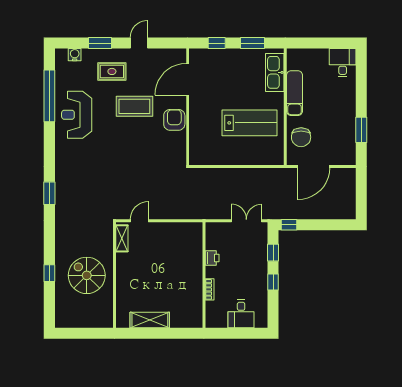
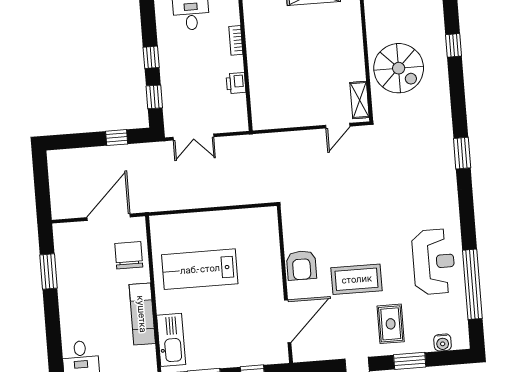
rug: (112, 71) -> (391, 324), turned 90
window: (289, 225) -> (117, 138), moved
spiral stairs: (87, 275) -> (399, 68), moved

